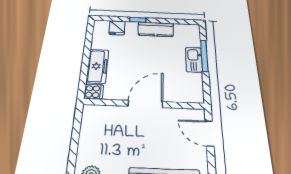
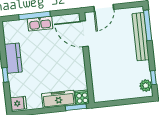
fridge: (117, 28) -> (18, 103), moved
window: (83, 83) -> (76, 107), added
door: (145, 104) -> (84, 34), moved

